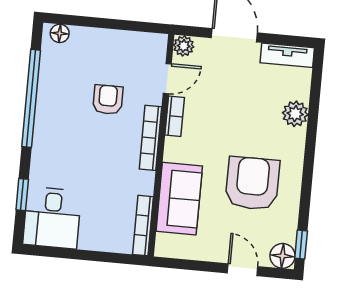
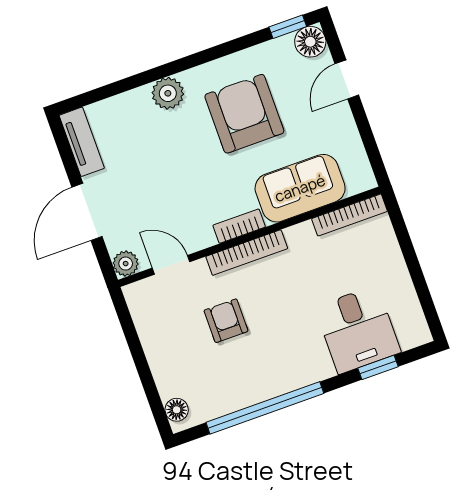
armchair: (108, 100) -> (226, 321), turned 90
plant: (295, 114) -> (168, 93), moved
bookcase: (175, 116) -> (239, 226), moved
armchair: (252, 183) -> (244, 114), turned 90
desk: (52, 218) -> (358, 330), moved, turned 90

